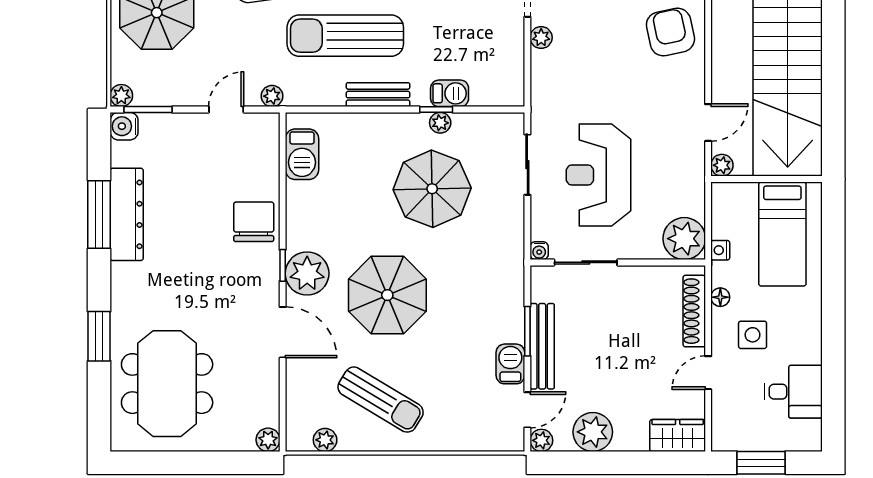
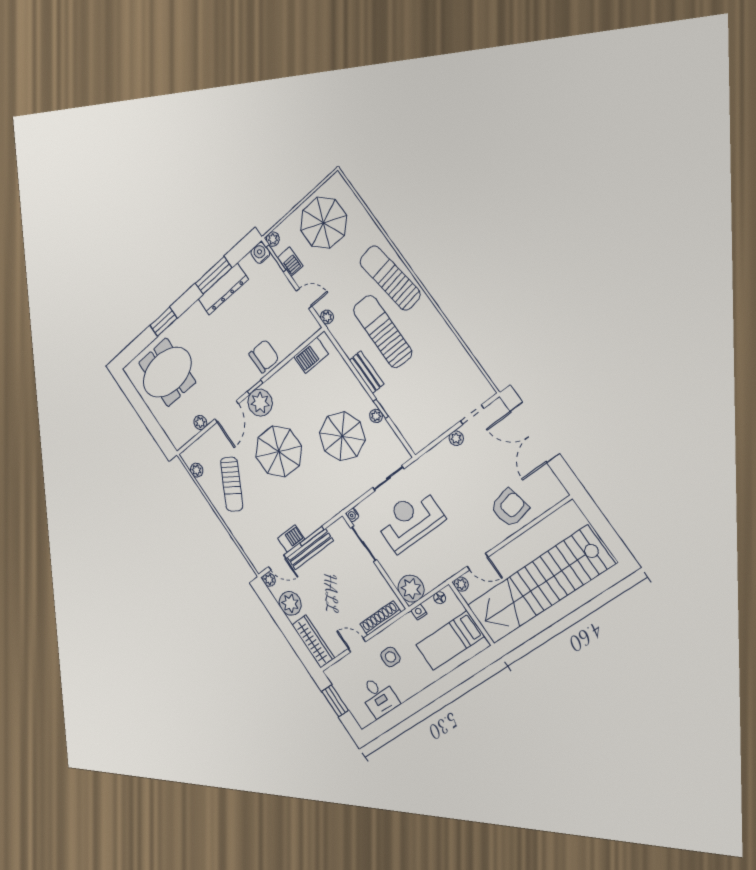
barbecue: (450, 93) -> (290, 262), moved
floor lamp: (720, 297) -> (440, 598), moved
wardrobe: (678, 436) -> (313, 641), width x1.50
plant: (268, 440) -> (200, 423), moved

